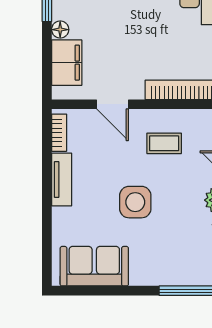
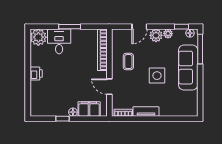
door: (113, 104) -> (109, 87), swing flipped
sofa: (94, 266) -> (188, 68), moved, width x1.36

